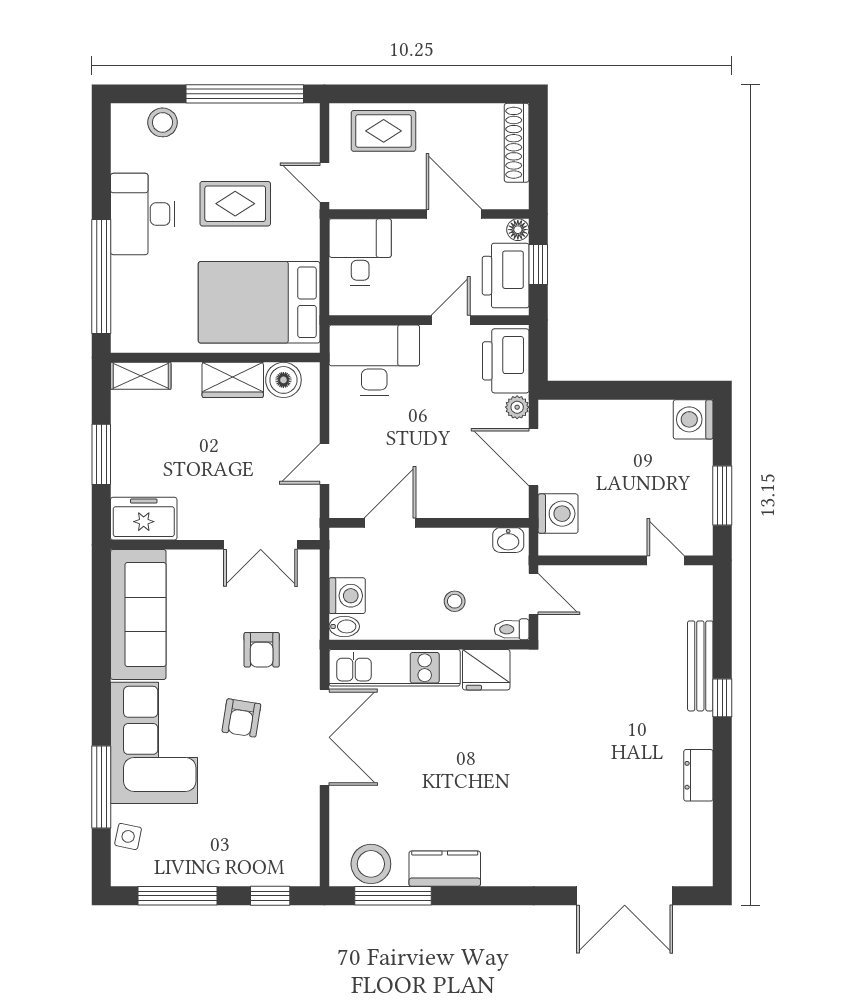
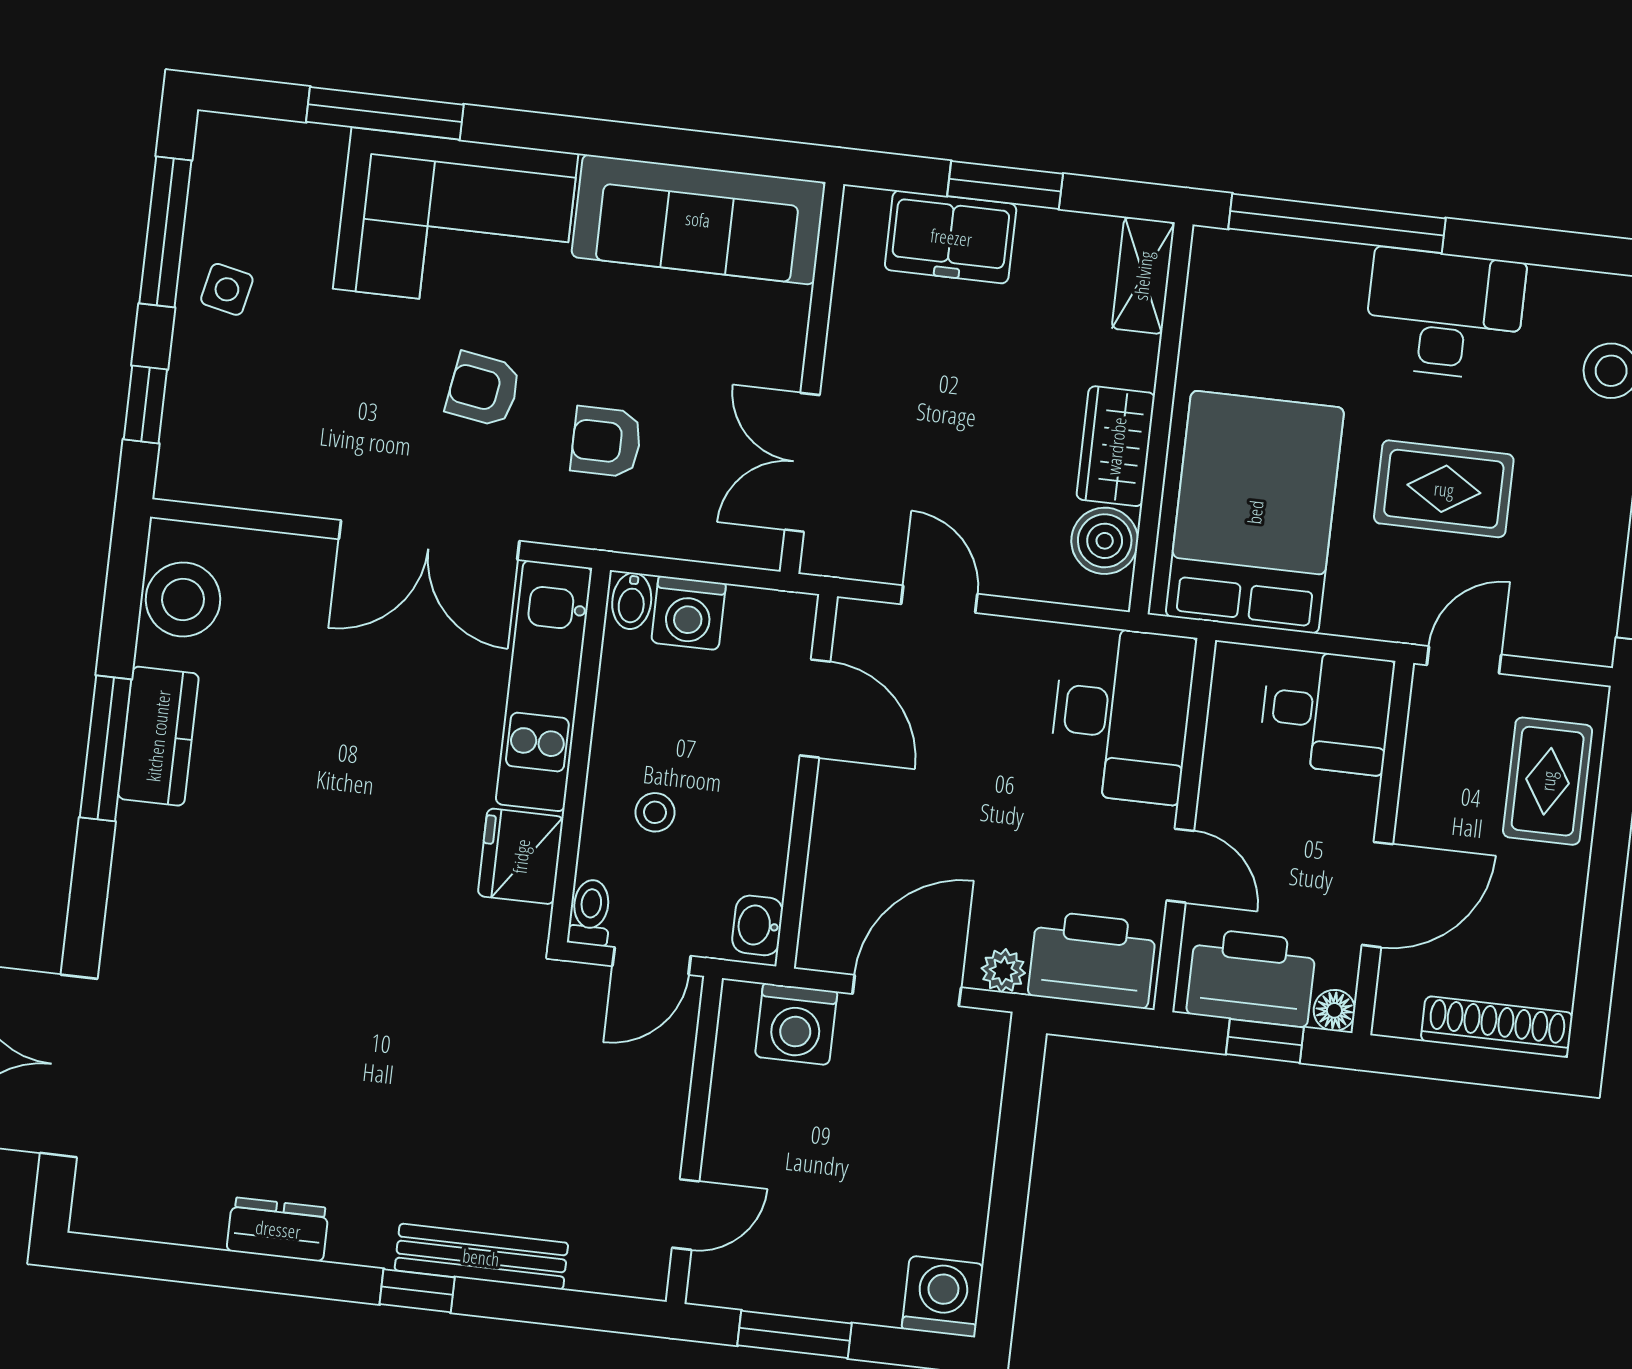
rug: (235, 204) -> (1444, 489), turned 90
freezer: (144, 519) -> (951, 237), moved, turned 90
side table: (128, 836) -> (227, 289), moved
window: (393, 896) -> (106, 748), moved

